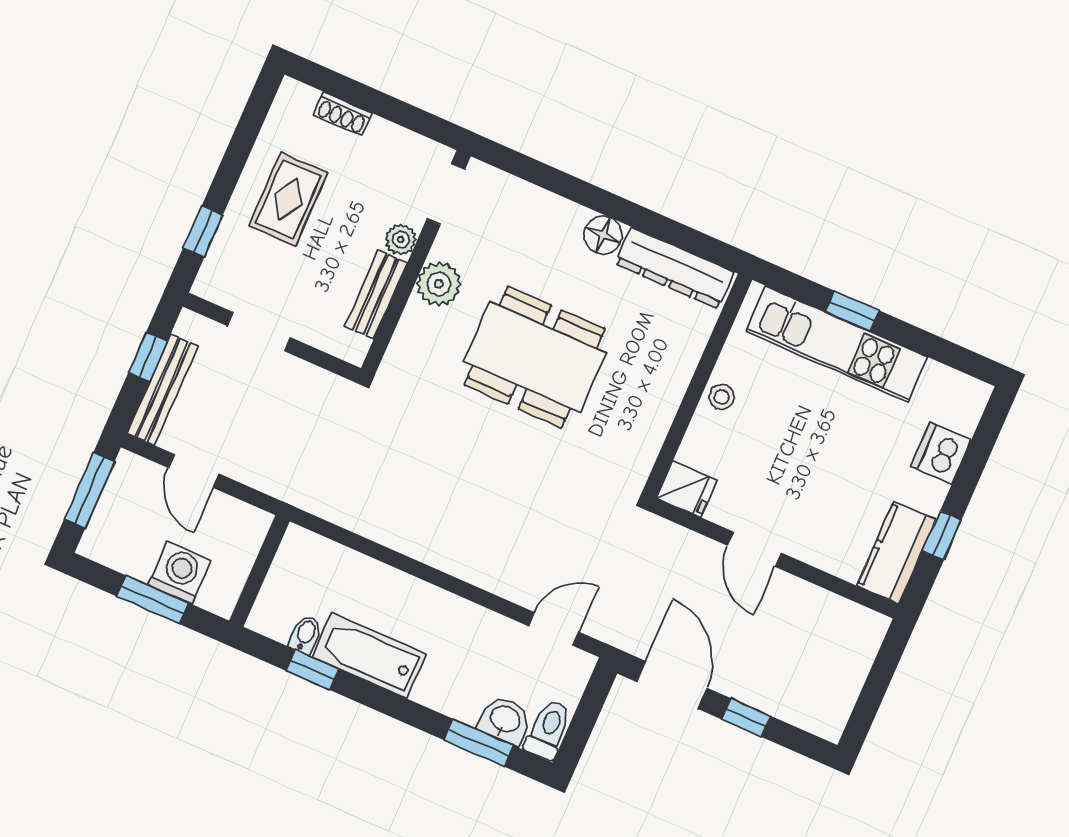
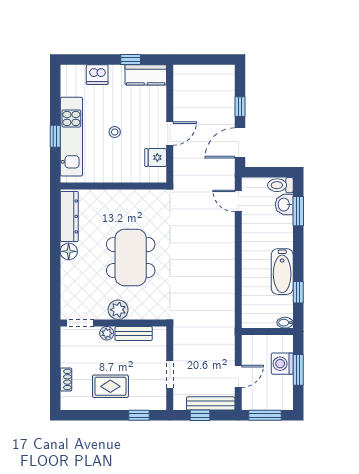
stool: (722, 397) -> (115, 132), moved
fridge: (687, 489) -> (156, 158), moved, turned -90
bidet: (305, 634) -> (285, 323), moved

